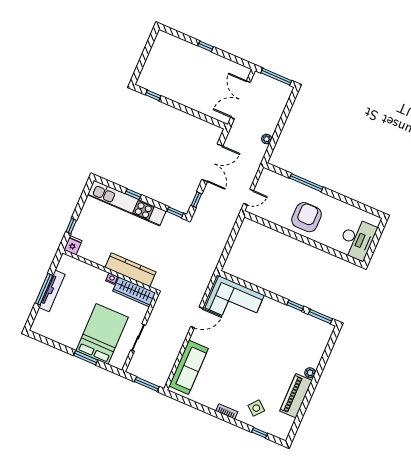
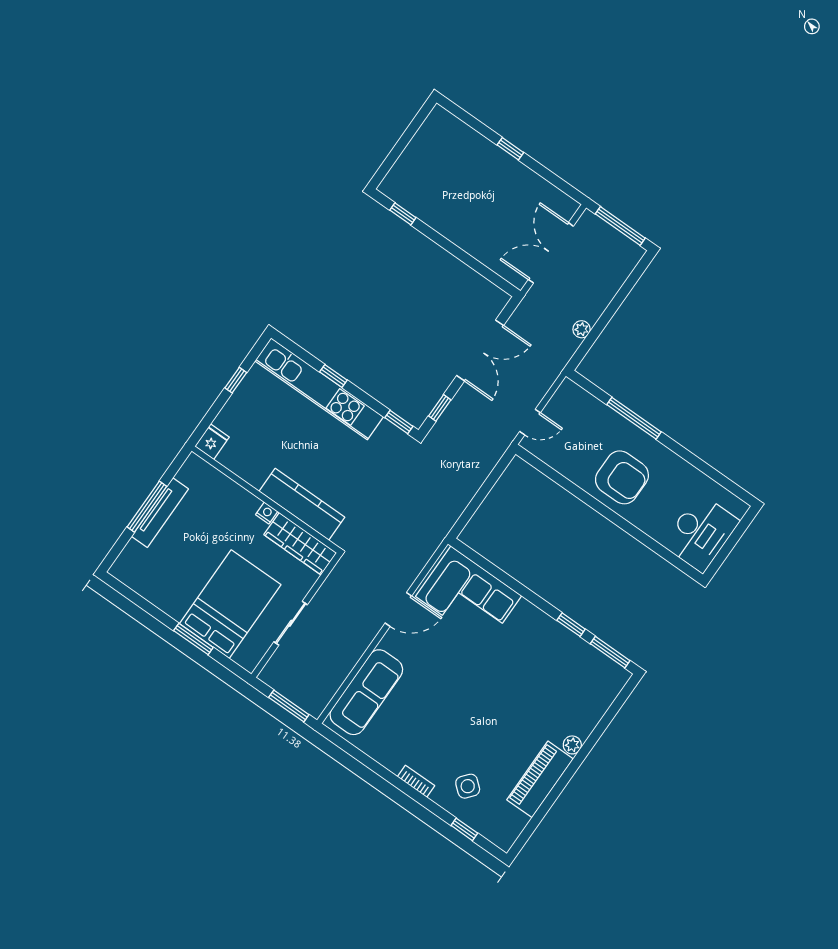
armchair: (307, 217) -> (622, 477), turned 90
window: (71, 226) -> (236, 380), moved

